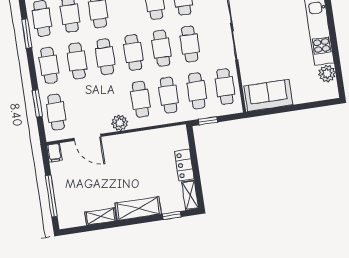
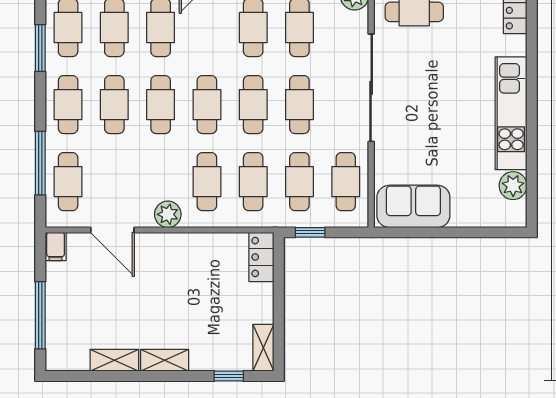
window: (37, 103) -> (40, 163), width x1.44
locker: (184, 165) -> (261, 257), moved
shelving: (138, 209) -> (165, 360), width x0.67, depth x0.75

